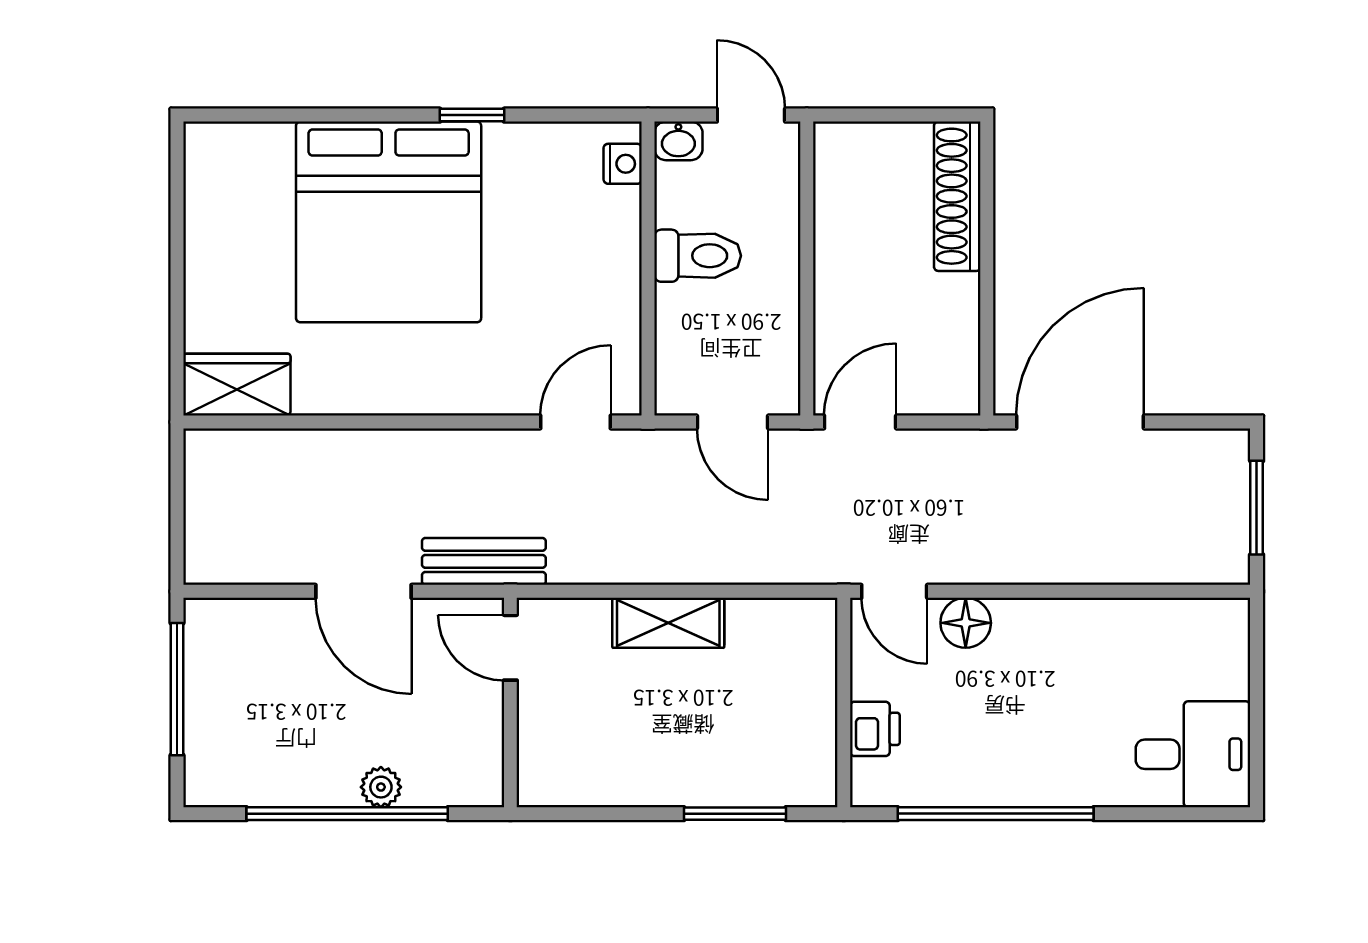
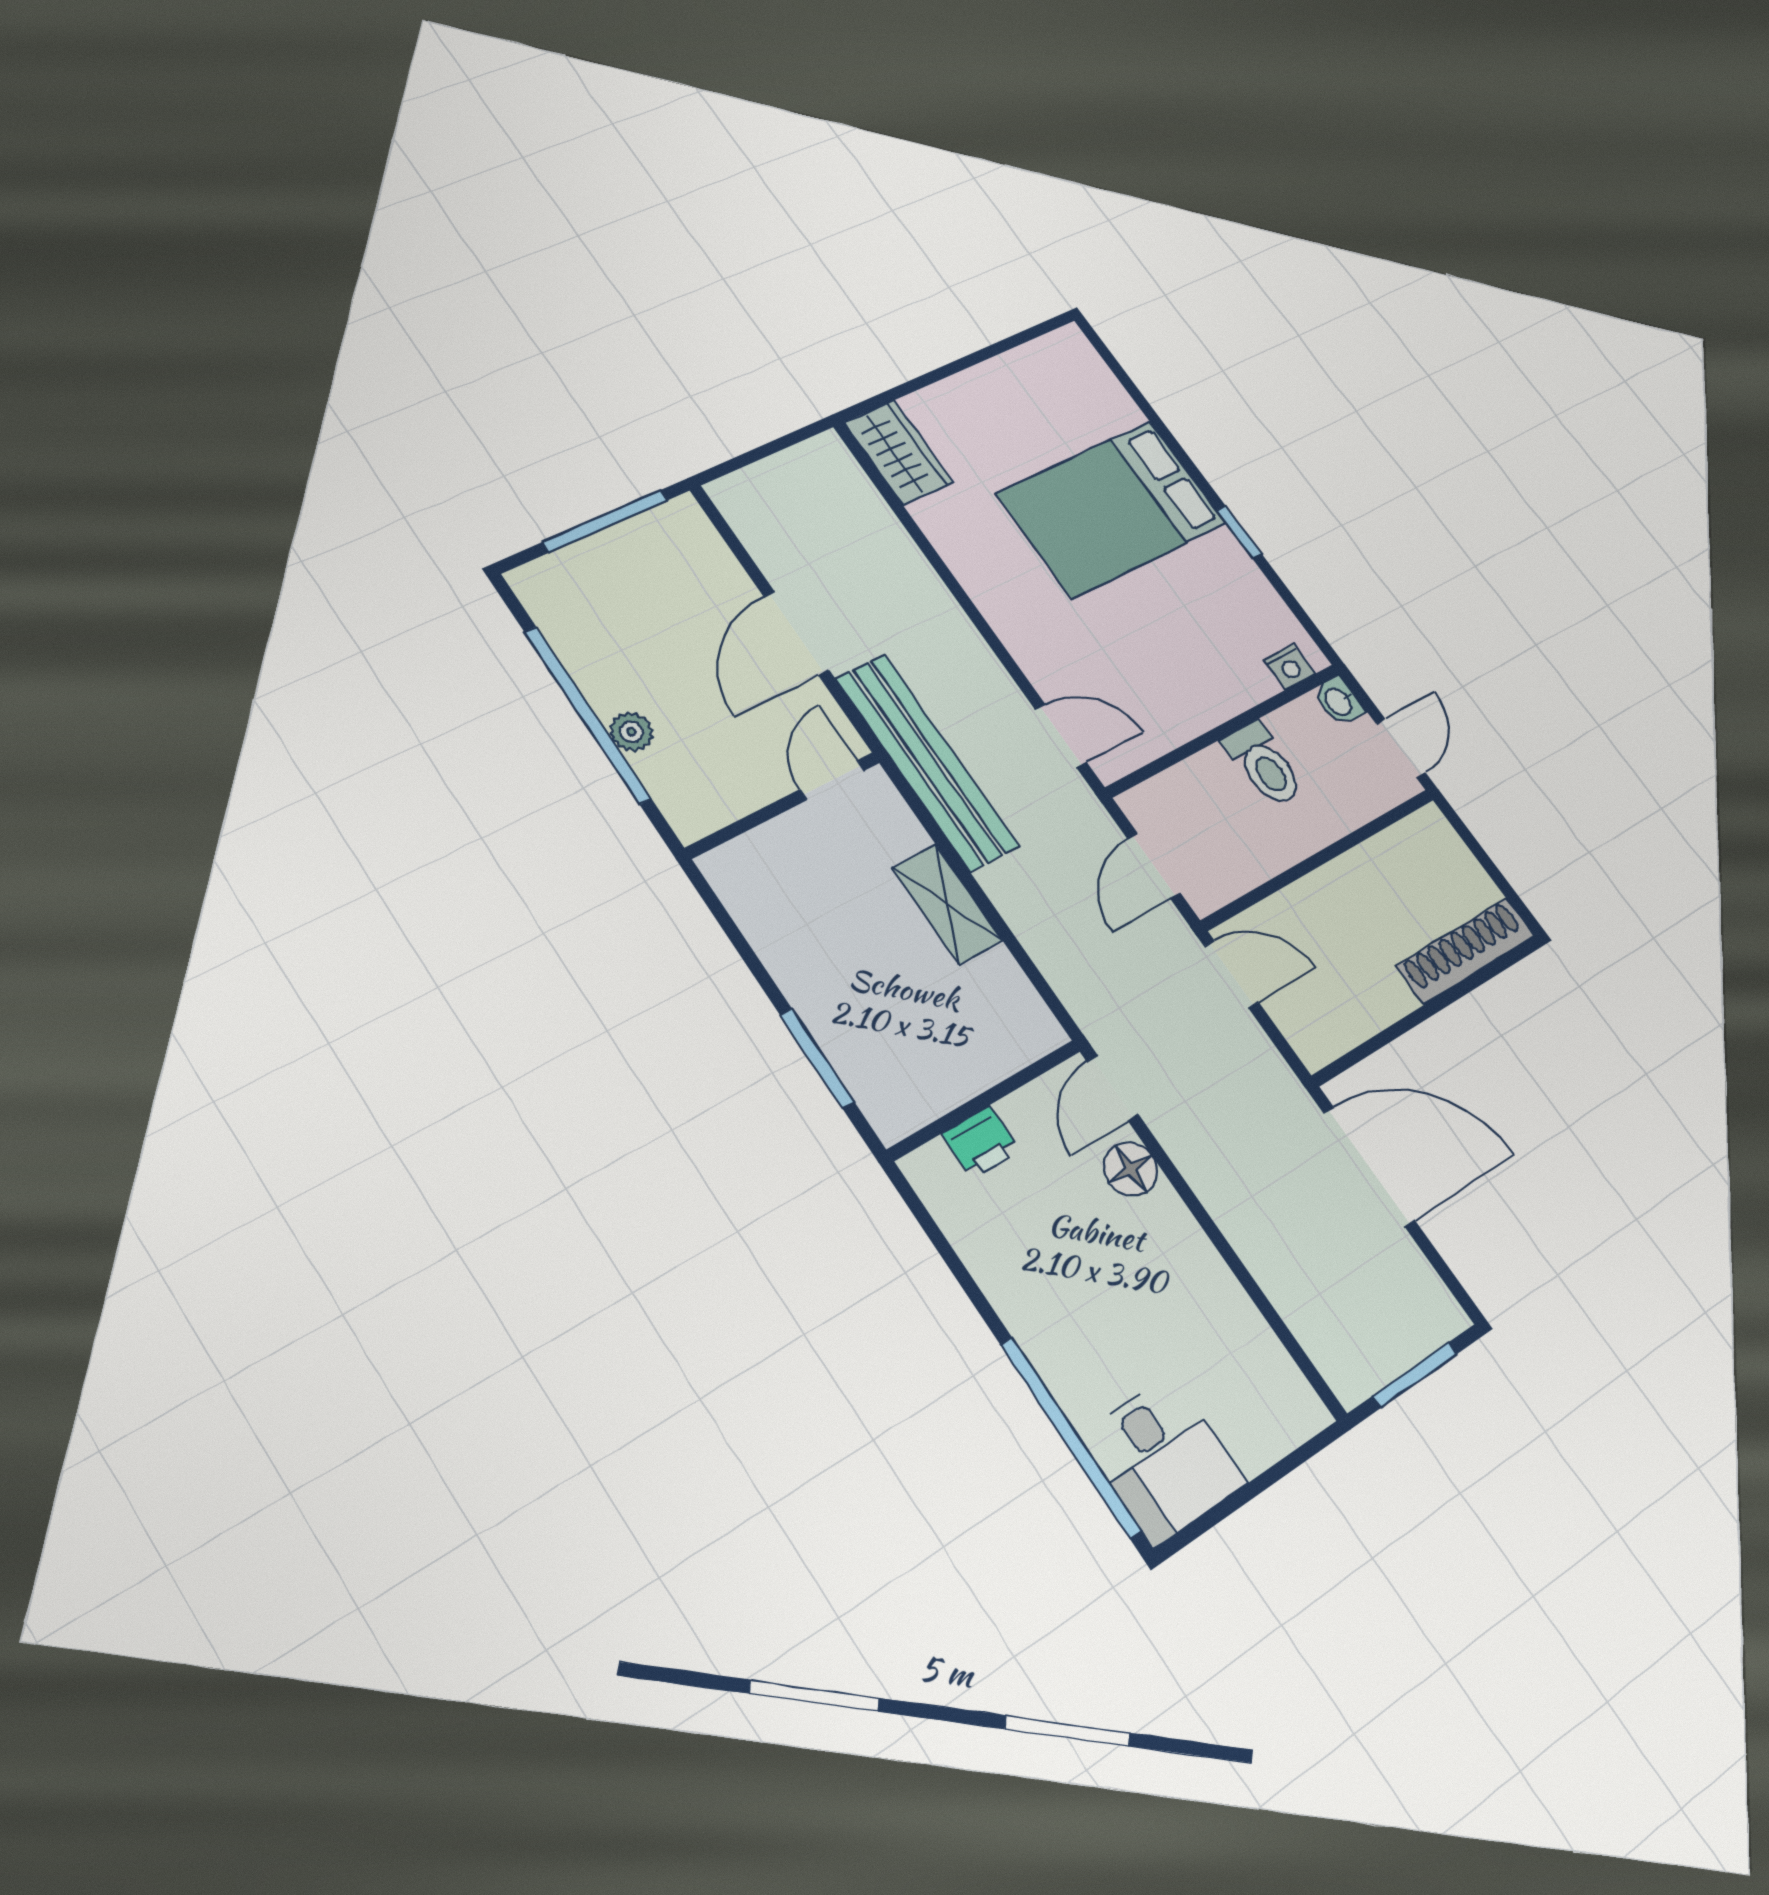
bed: (389, 222) -> (1112, 508), width x0.73
bench: (484, 561) -> (927, 762), width x1.86, depth x1.21
window: (996, 814) -> (1070, 1437), moved

